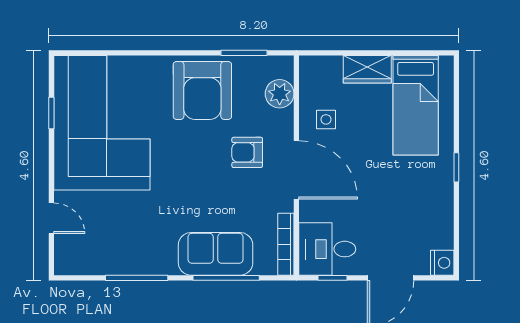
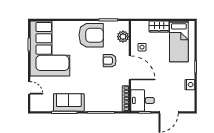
armchair: (202, 90) -> (91, 35), turned -90
sofa: (216, 254) -> (69, 102), moved
nightstand: (442, 263) -> (190, 85), moved

